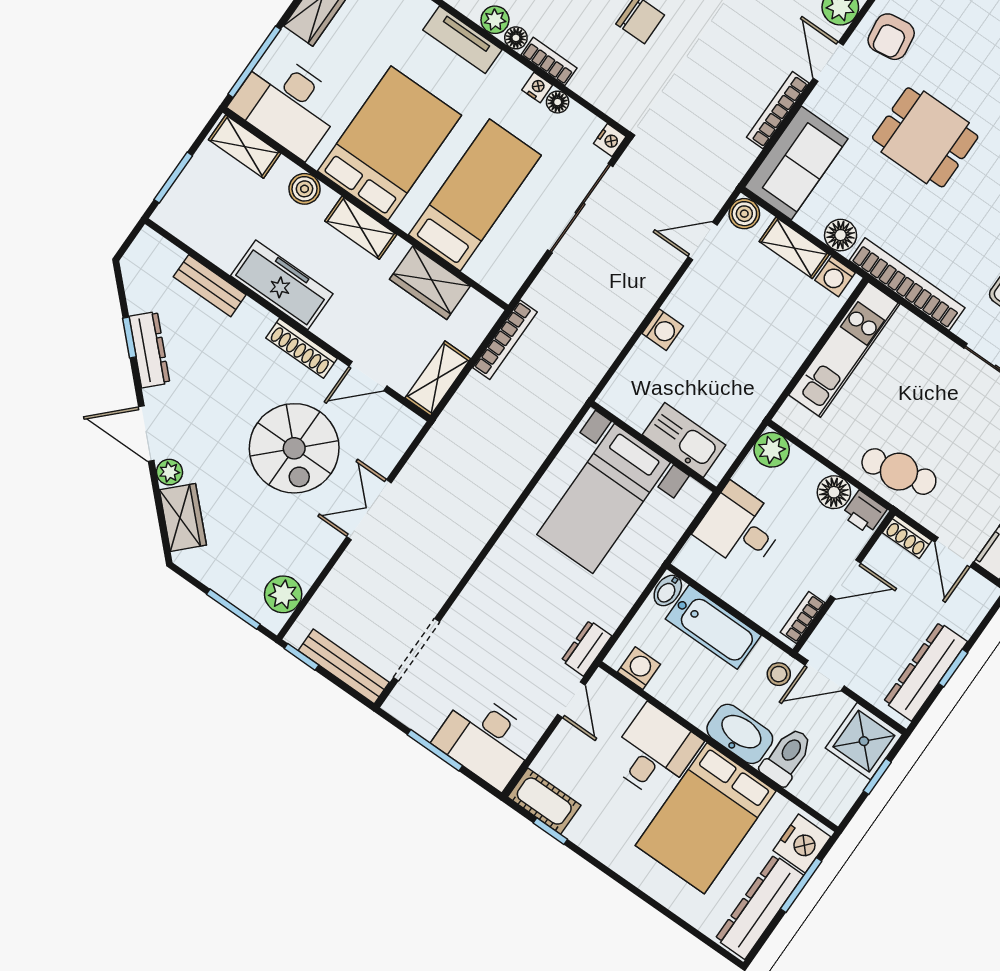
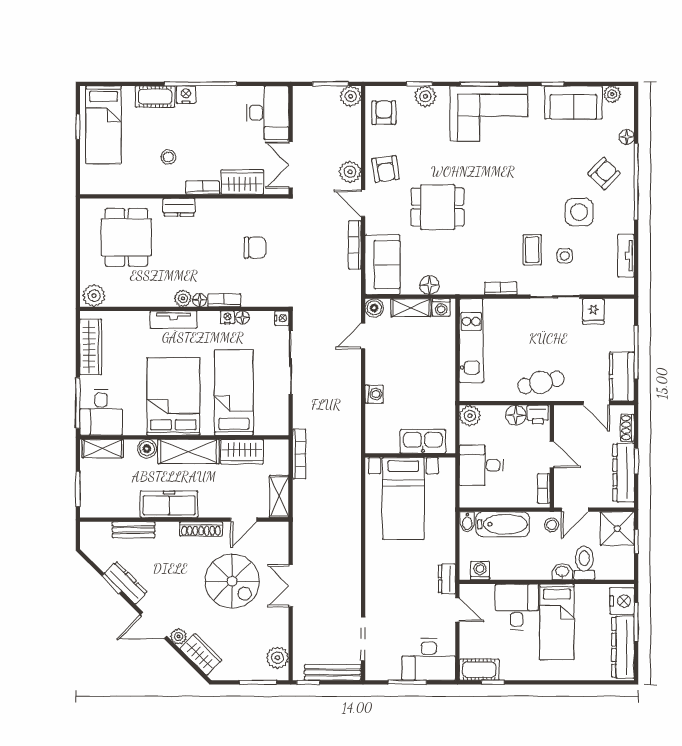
desk: (287, 104) -> (101, 412), width x0.73
shelving: (361, 228) -> (188, 452), width x1.50, depth x1.33
bookcase: (907, 284) -> (501, 288), width x0.43, depth x0.76
shoe rack: (907, 537) -> (627, 428), moved, turned 90
door: (846, 579) -> (552, 455), hinge flipped
washbasin: (740, 734) -> (562, 572), width x0.52, depth x0.69
bed: (706, 818) -> (557, 622), width x0.67

